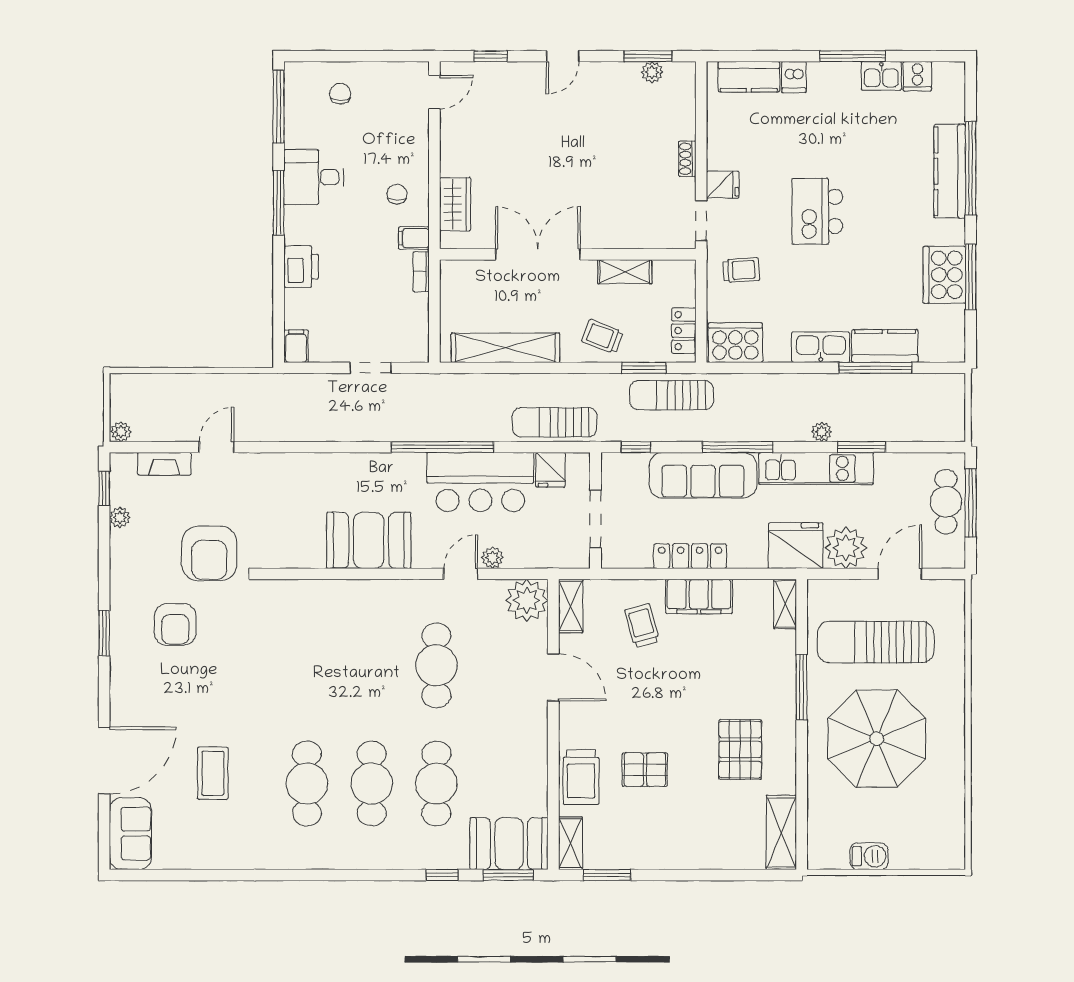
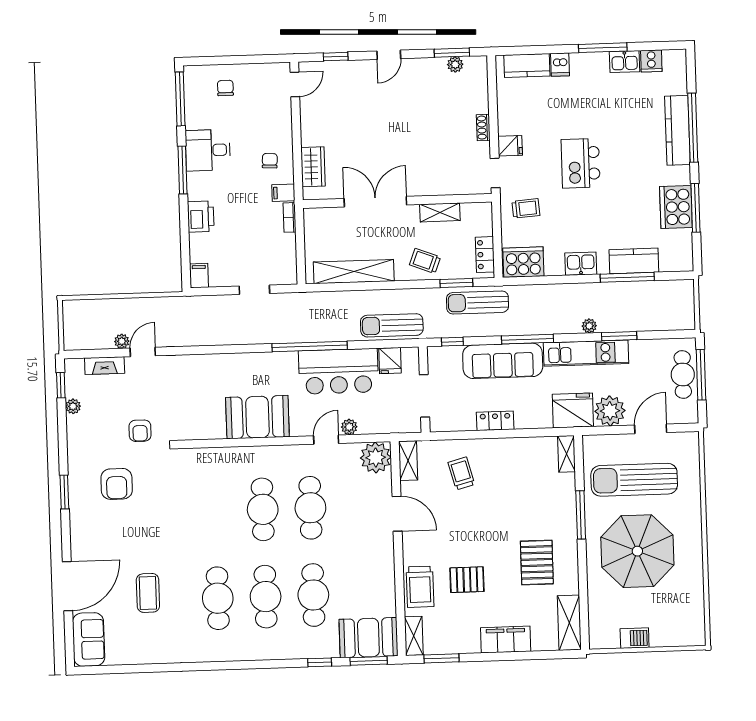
kitchen sink: (821, 347) -> (581, 264), width x0.73
plant: (121, 432) -> (122, 341), moved
armchair: (209, 553) -> (140, 431), width x0.53, depth x0.53
locker: (690, 556) -> (495, 421), width x0.66
filing cabinet: (699, 596) -> (506, 640), moved, turned 180
cafe table: (372, 665) -> (263, 509), added

